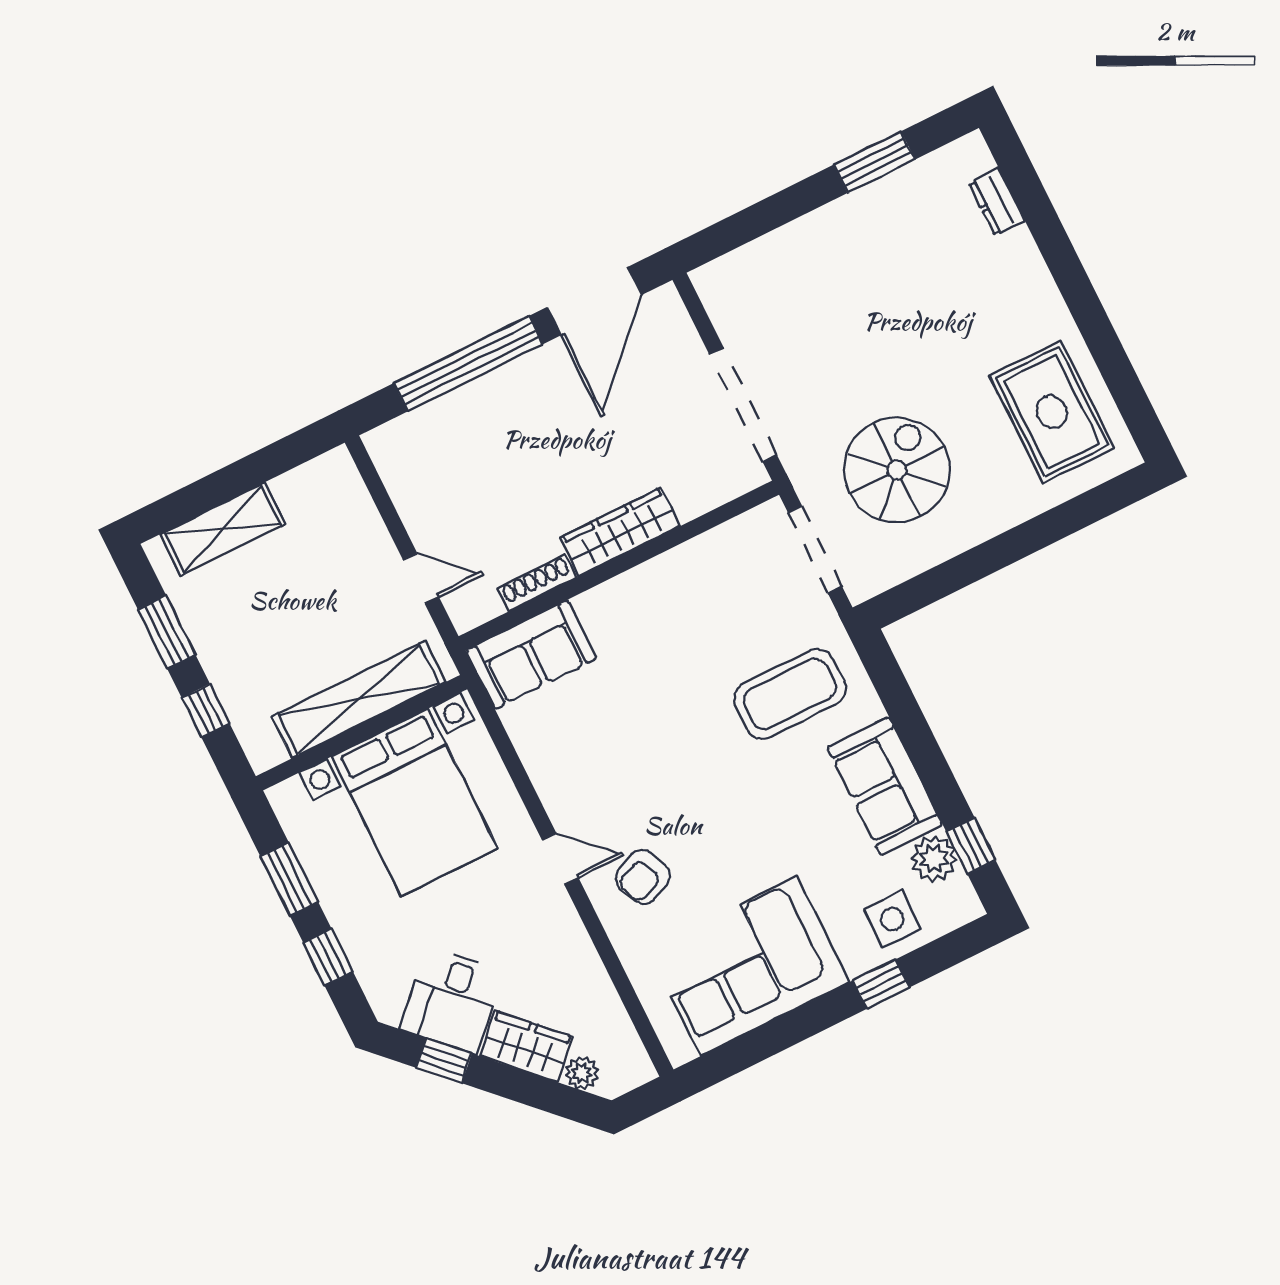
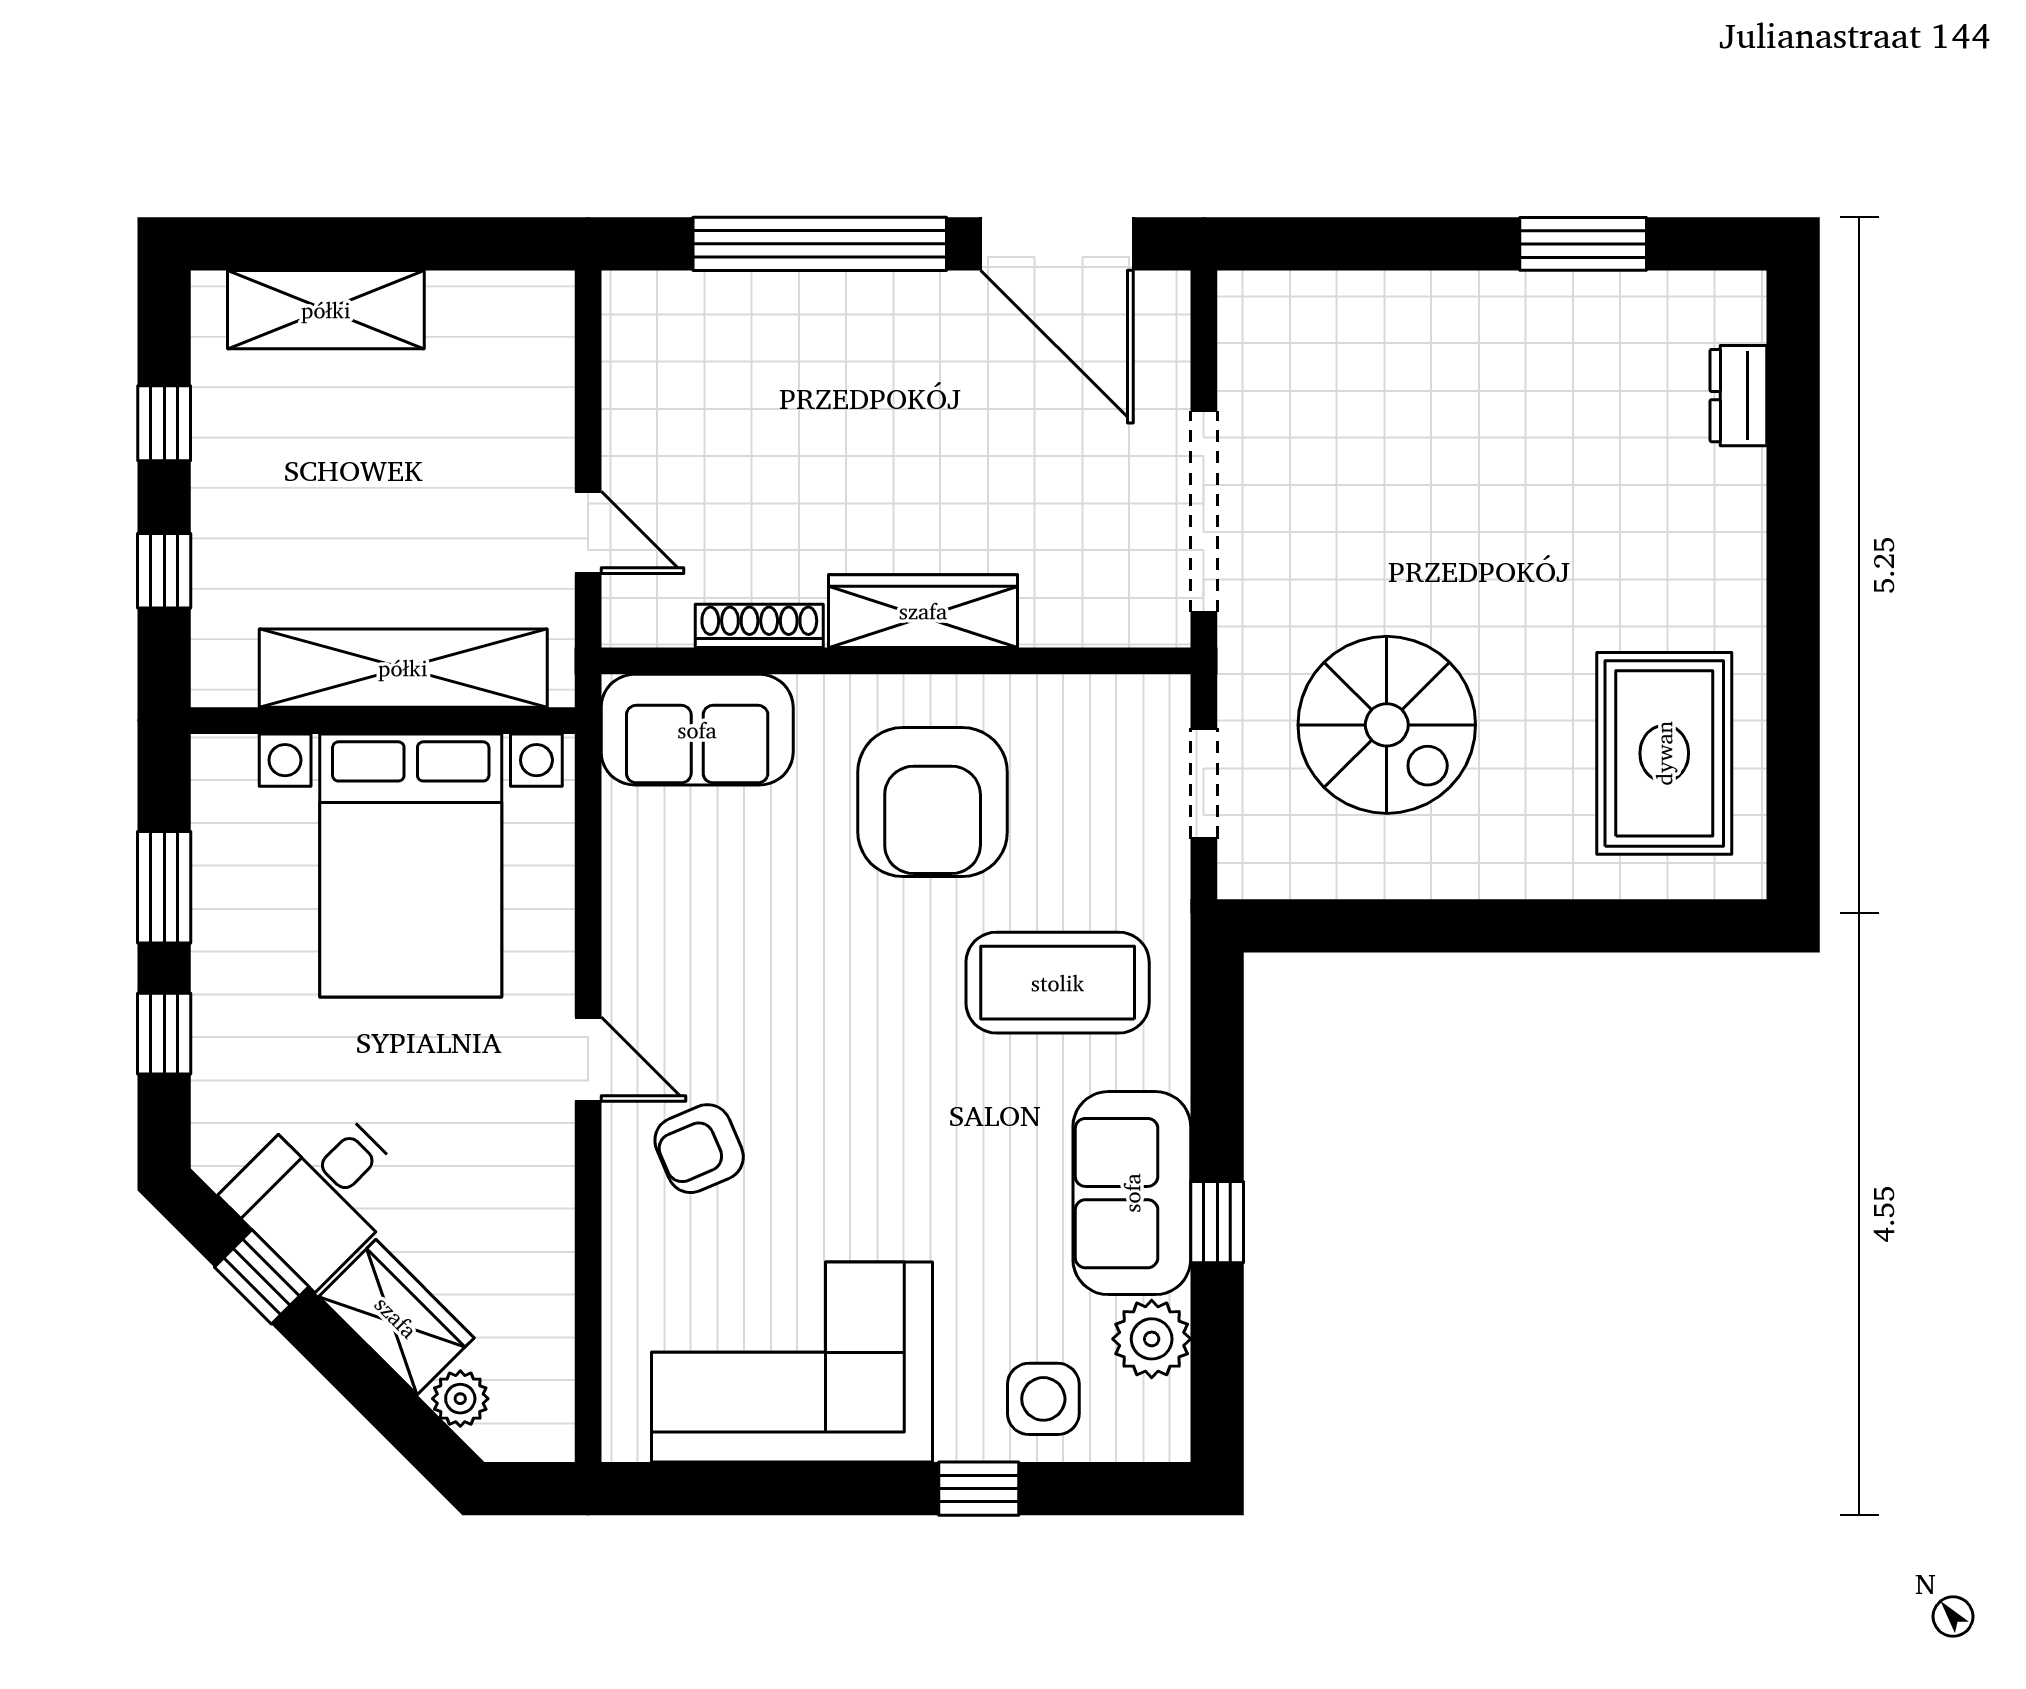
door: (594, 301) -> (1057, 244), hinge flipped
spiral stairs: (897, 470) -> (1387, 725), turned 90
doorway: (815, 549) -> (1204, 783), width x0.73
armchair: (676, 631) -> (933, 802), added
window: (167, 632) -> (164, 423), width x0.67
window: (971, 846) -> (1217, 1222), moved

